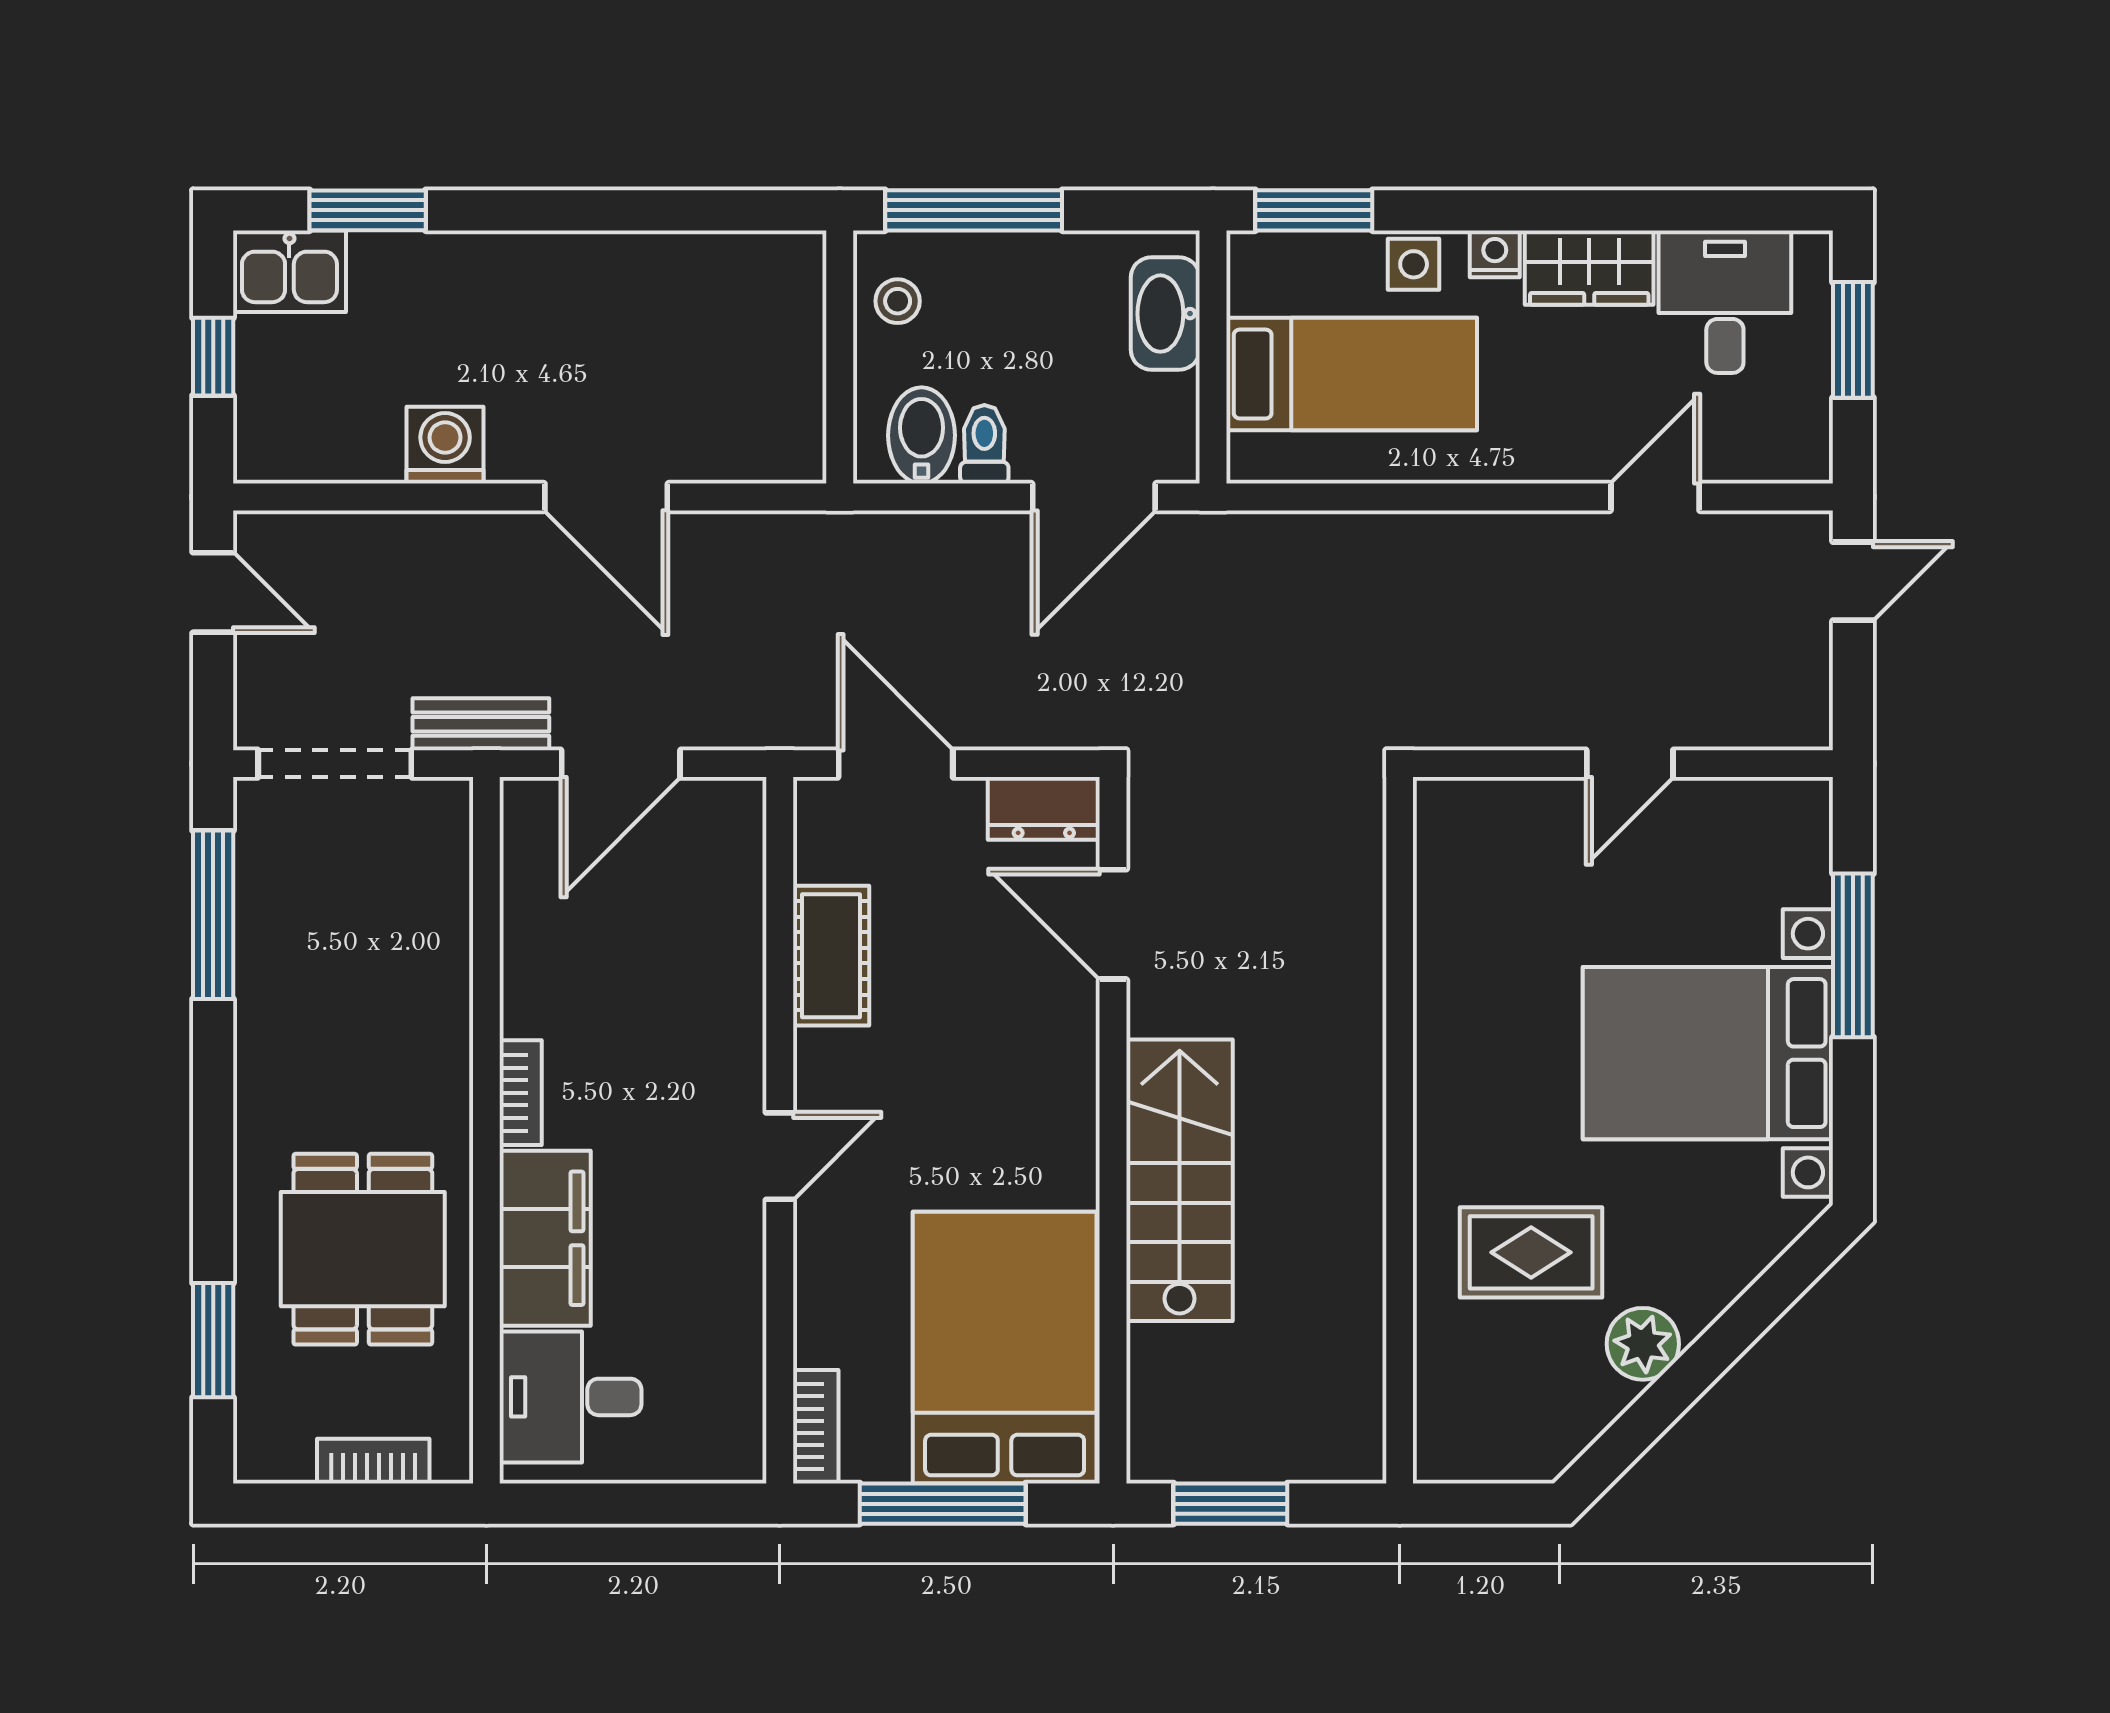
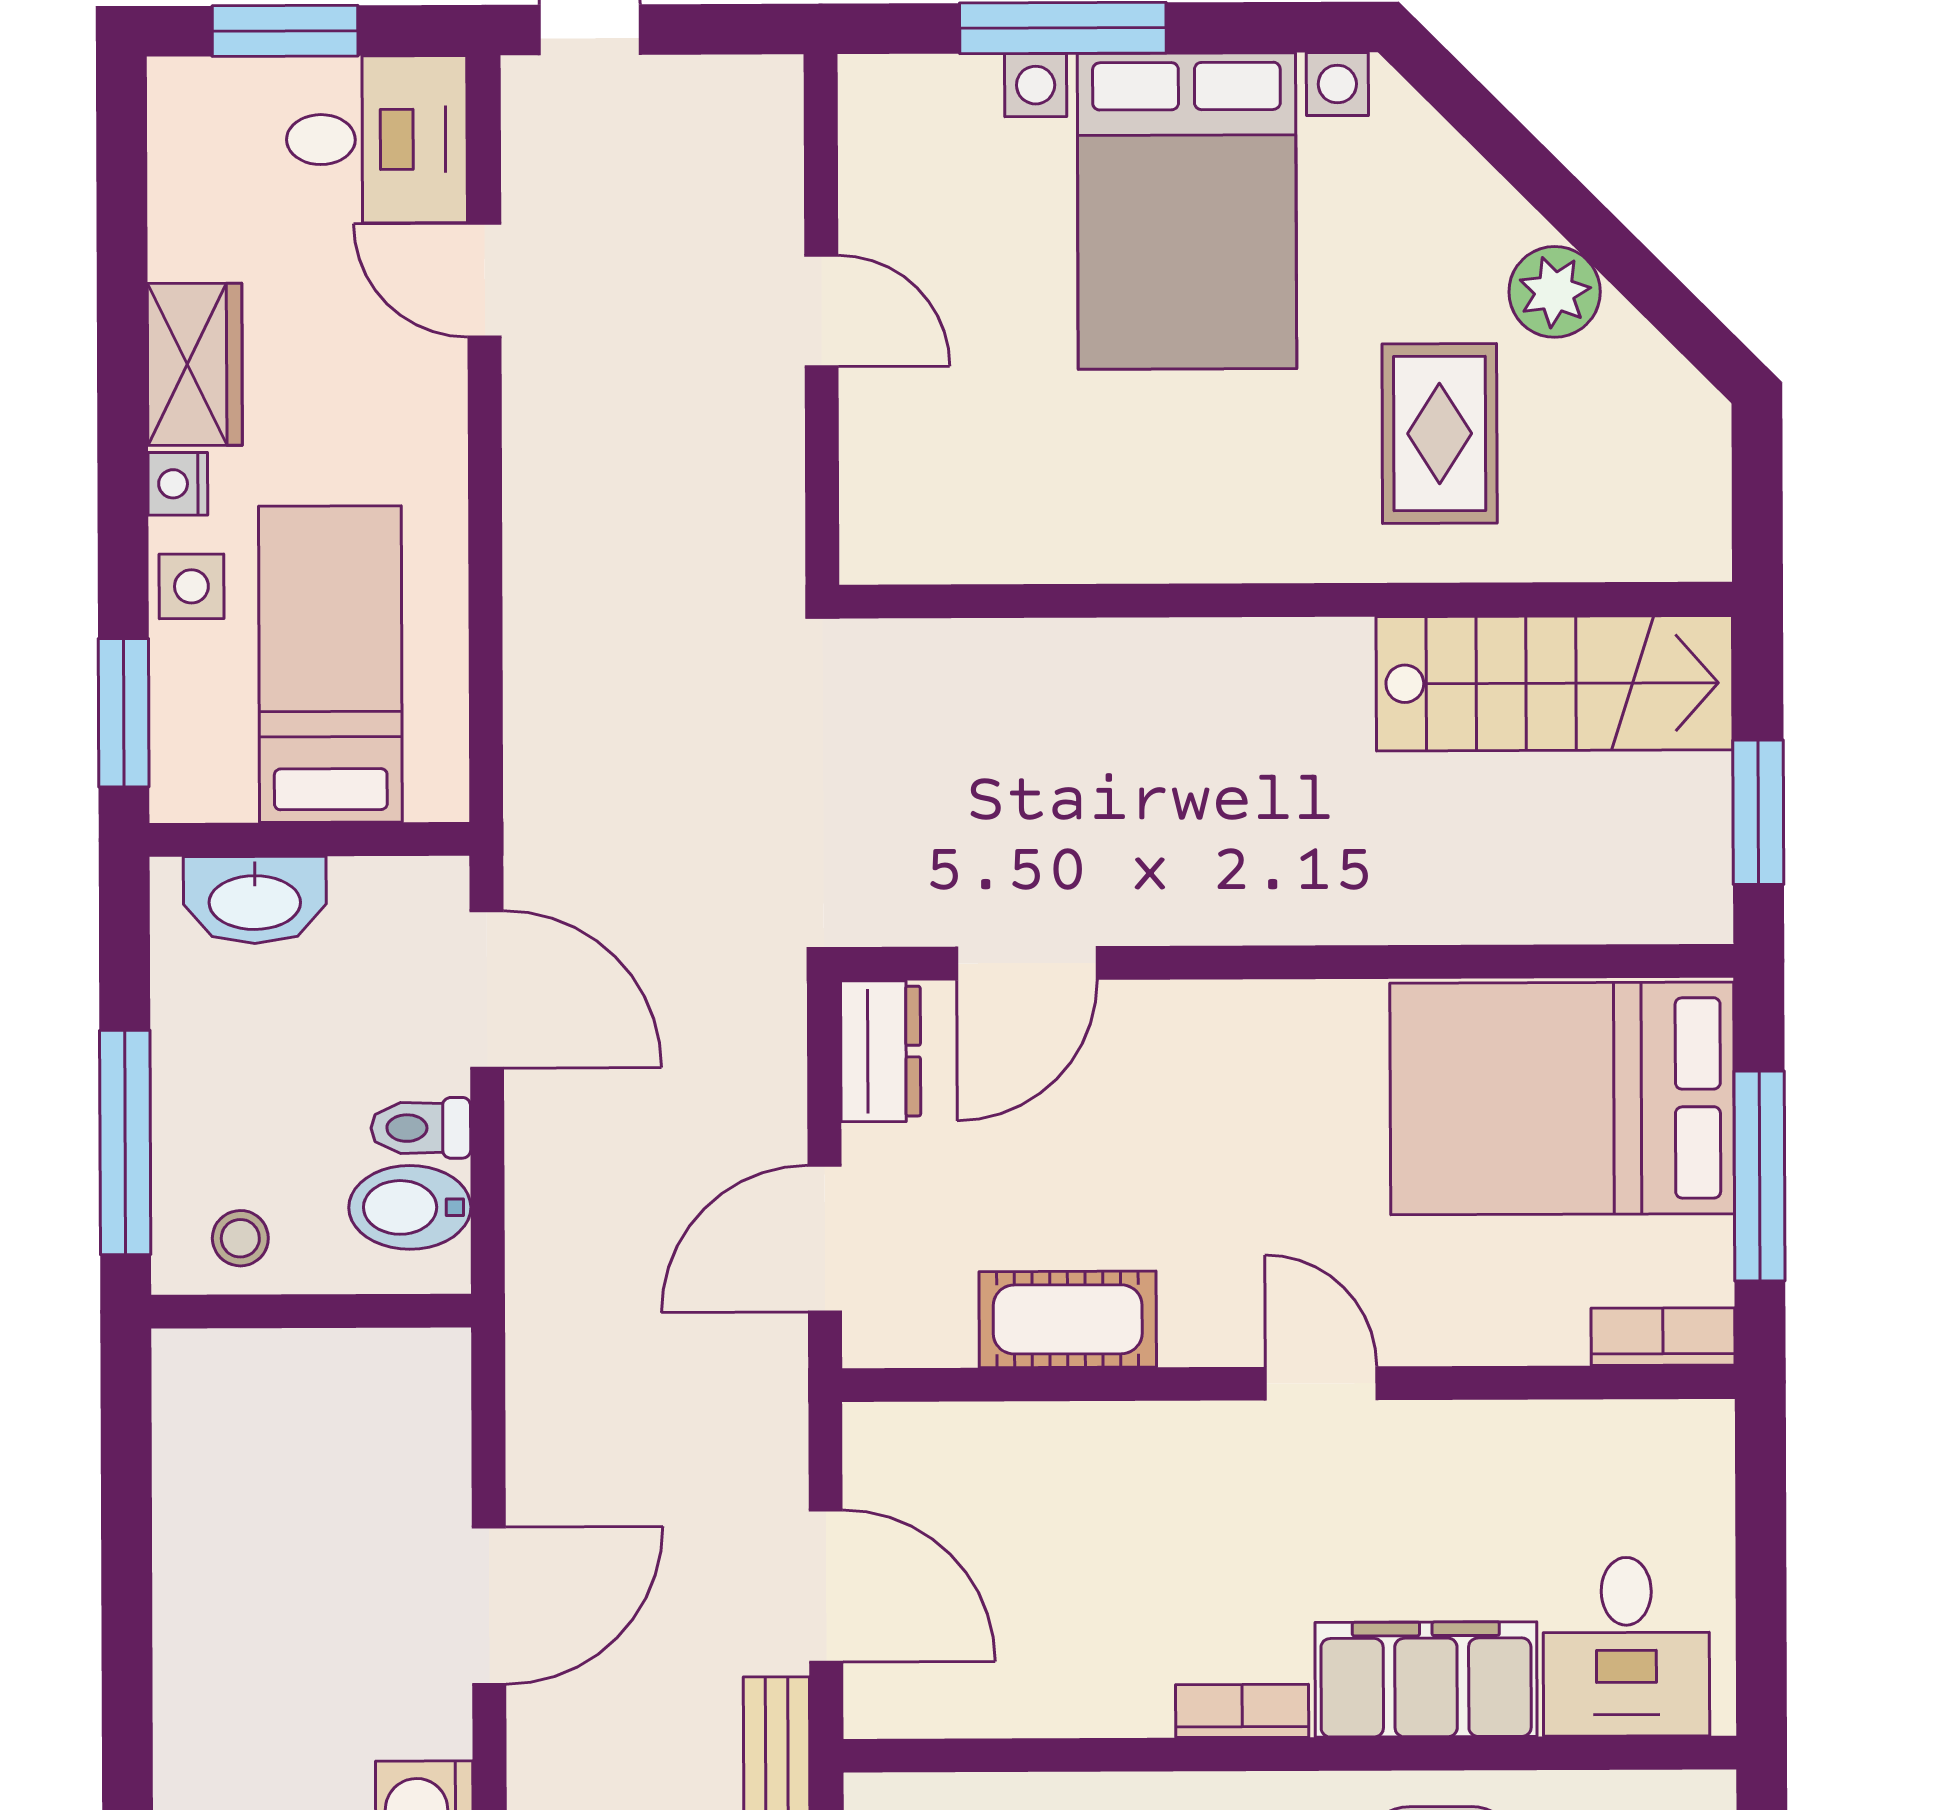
desk: (1725, 302) -> (377, 139), moved, turned 180
stairs: (1180, 1180) -> (1554, 683), moved, turned 180

